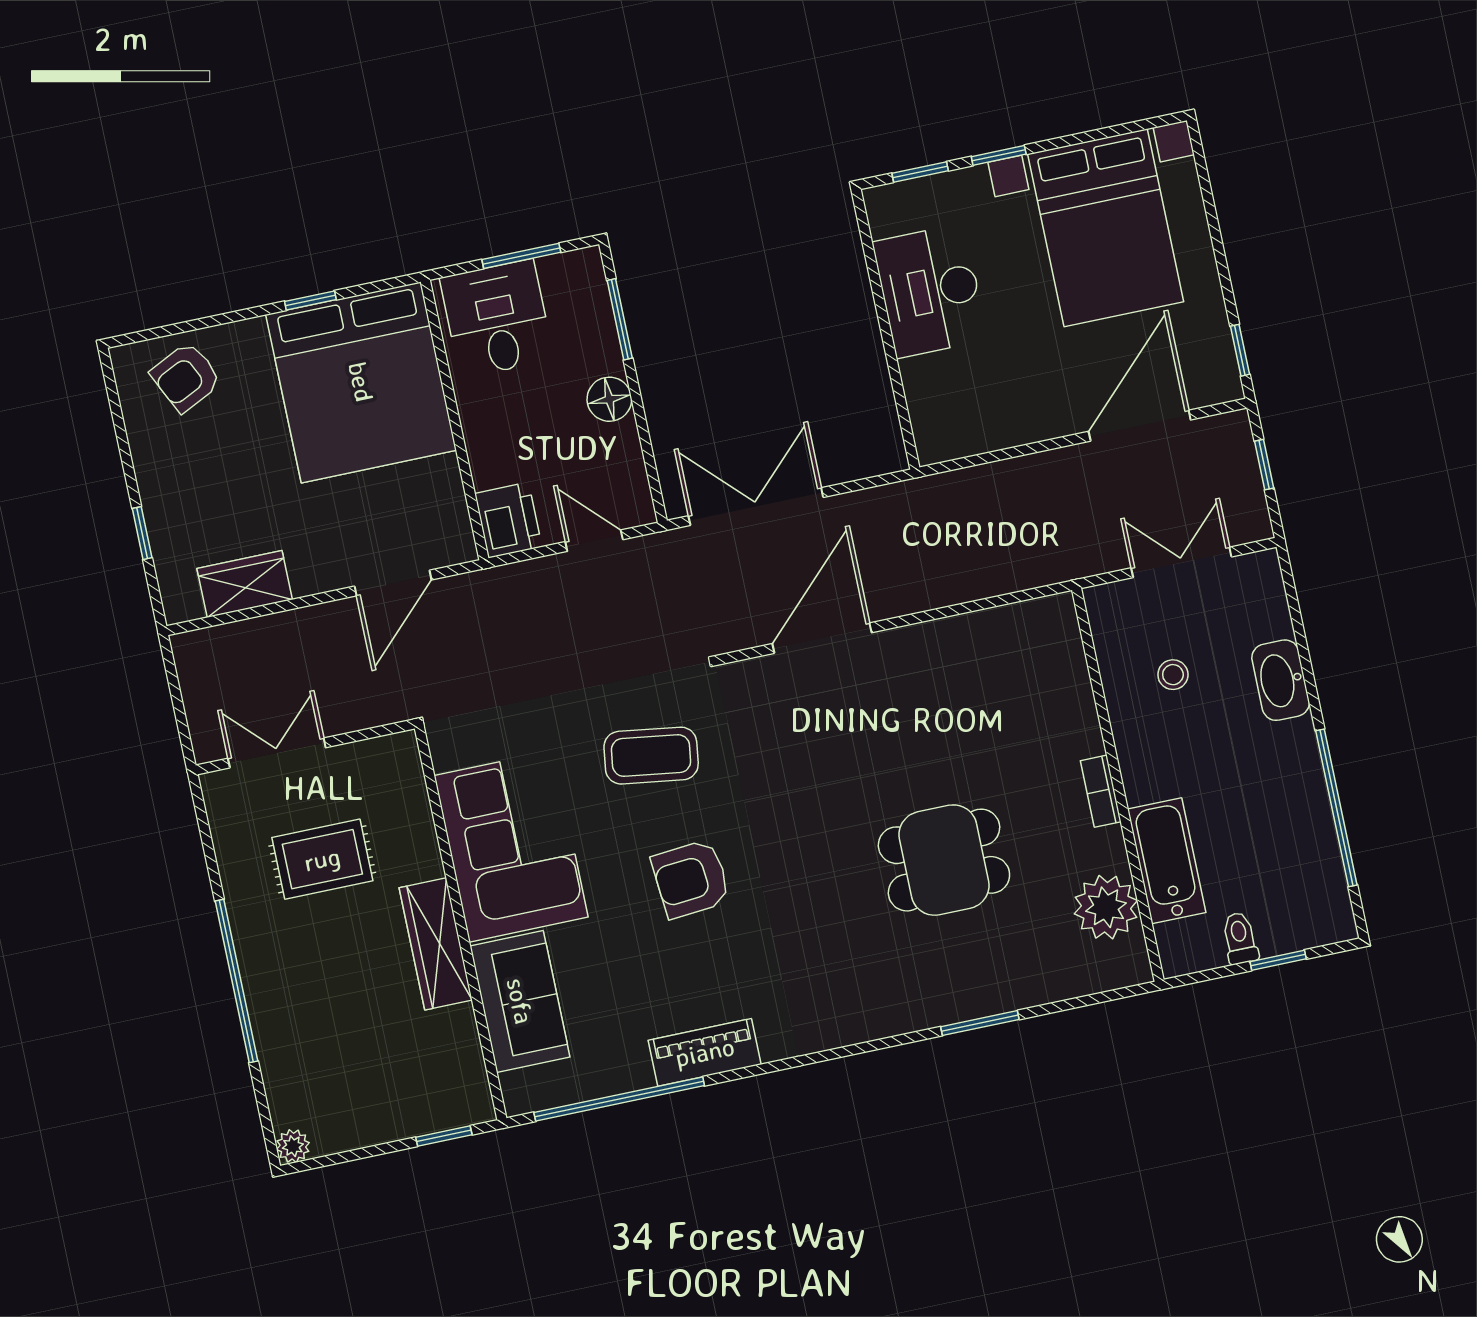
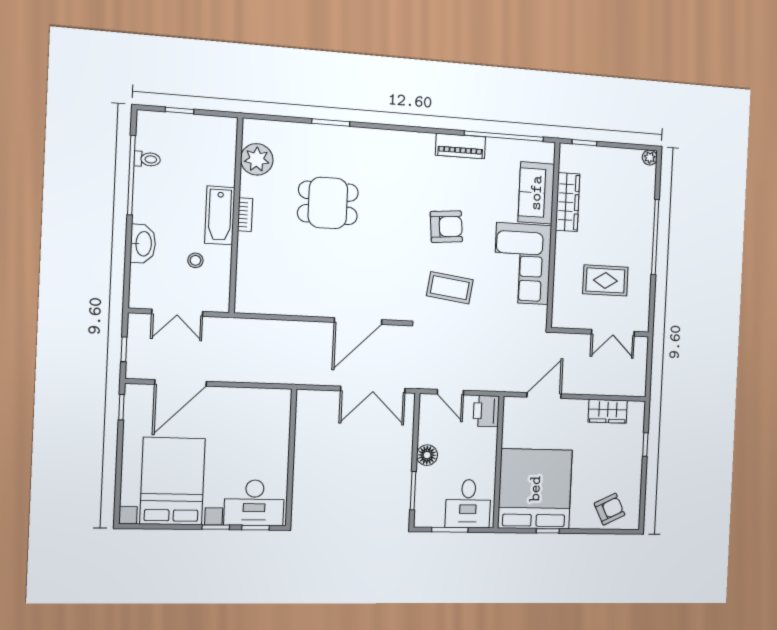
desk: (930, 291) -> (254, 503), moved, turned 90
bathtub: (1167, 861) -> (220, 215), moved
toilet: (1240, 938) -> (147, 159), moved, turned -90
wardrobe: (436, 944) -> (568, 202), moved

